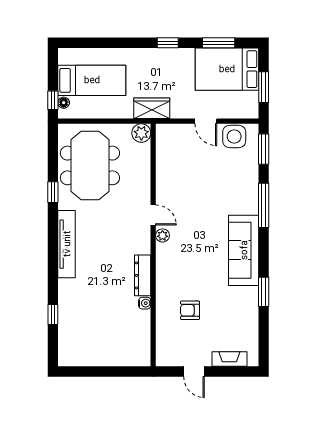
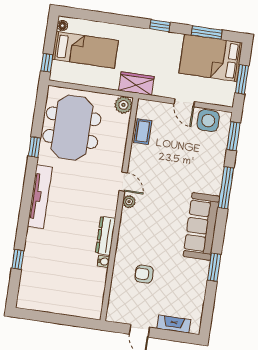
floor lamp: (64, 103) -> (62, 26), moved
coffee table: (166, 158) -> (143, 132), added

